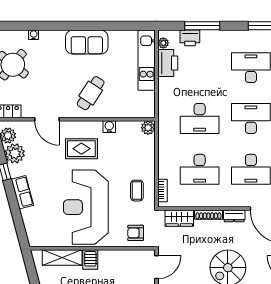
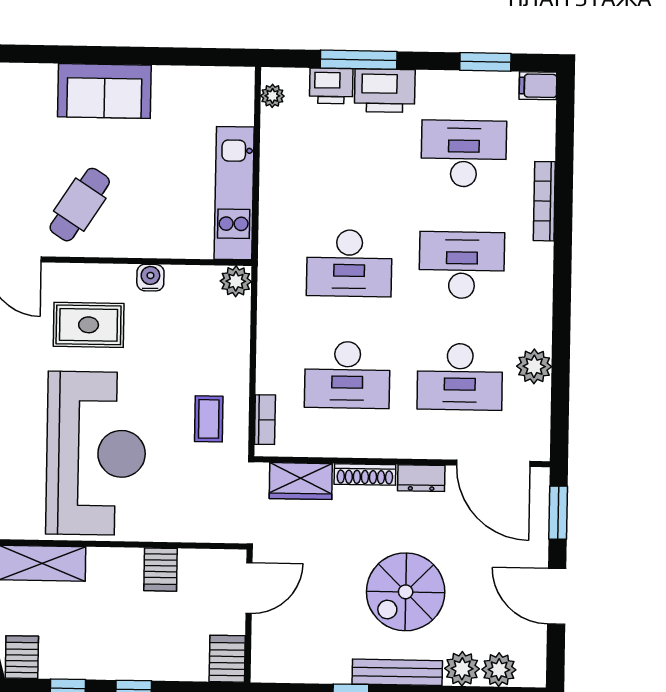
kitchen unit: (147, 60) -> (234, 193), moved
printer: (168, 63) -> (385, 91), moved, turned 90
cafe table: (91, 93) -> (80, 205), moved
reception desk: (86, 207) -> (96, 453), turned 180
armchair: (136, 233) -> (204, 512), removed
server rack: (90, 259) -> (161, 570), moved

